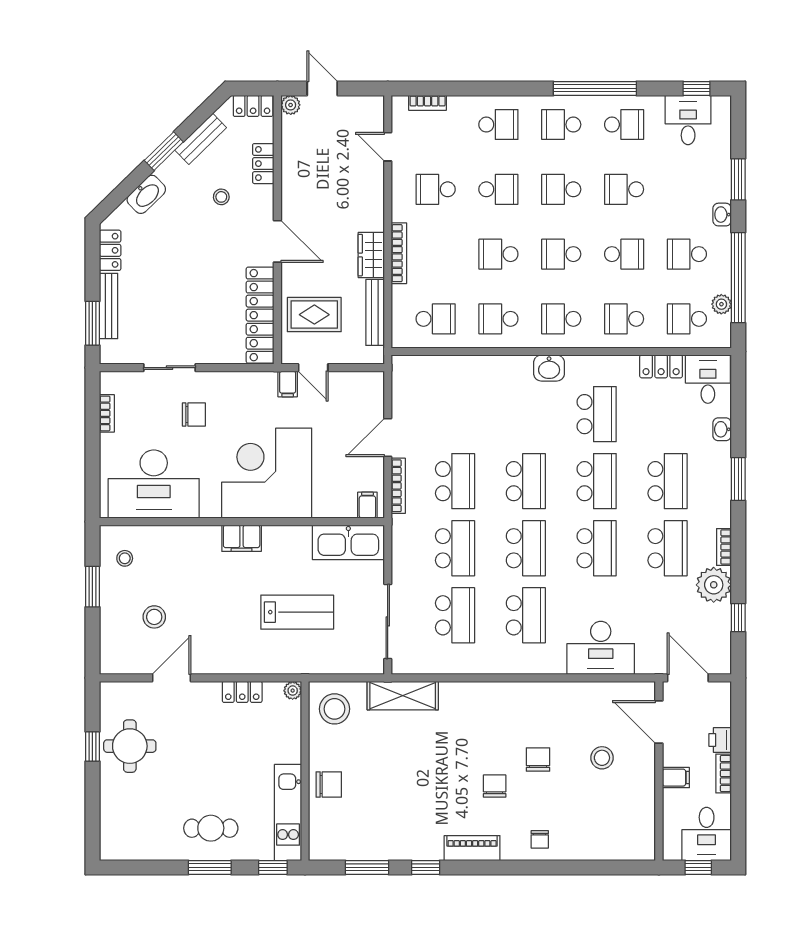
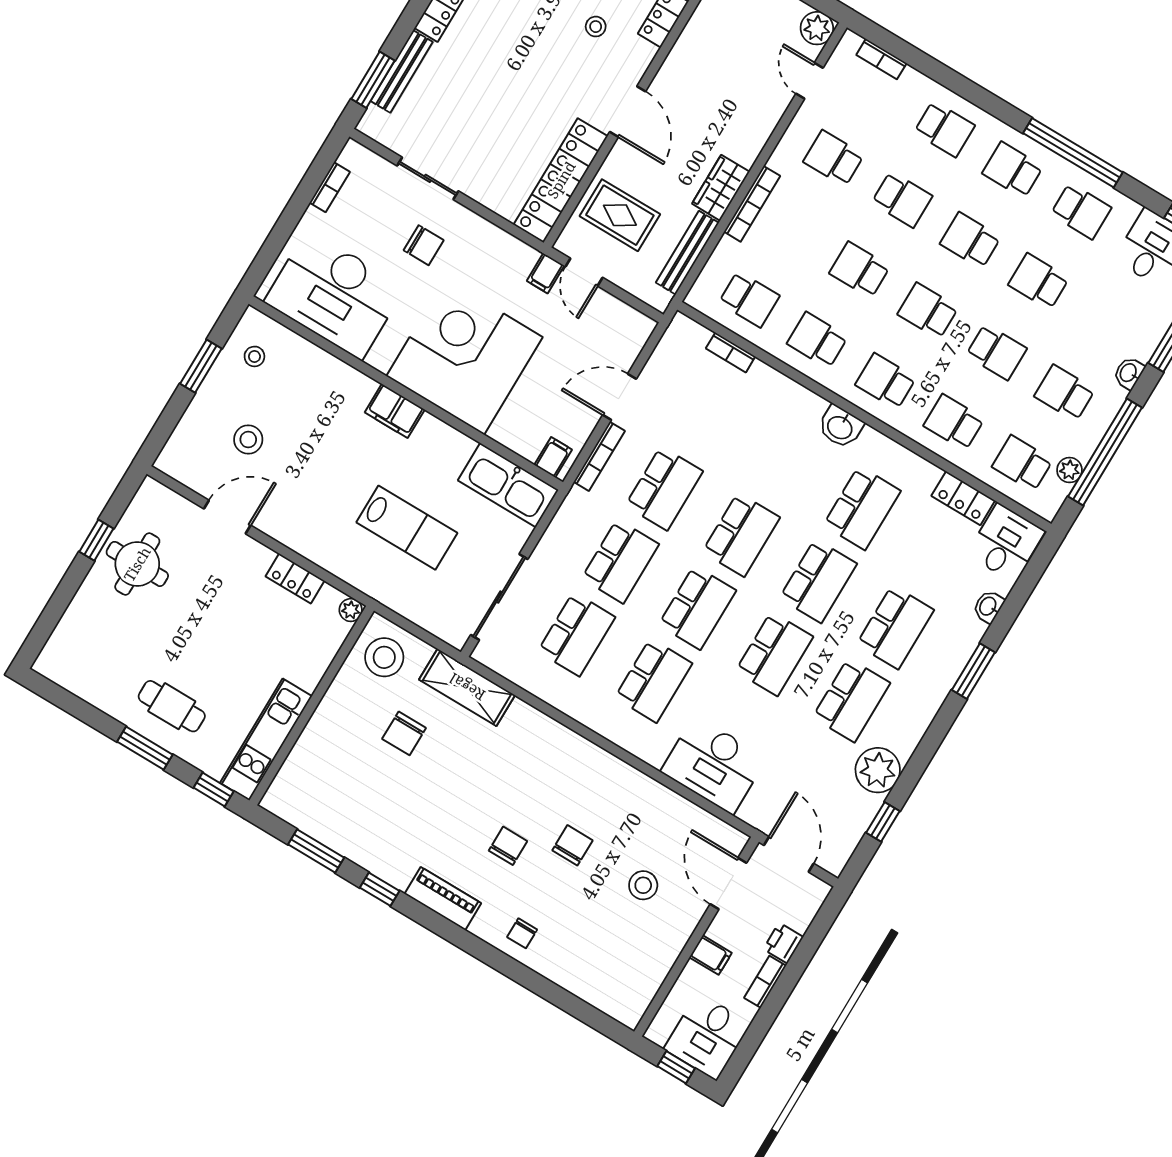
plant: (371, 108) -> (817, 28), added
bookcase: (724, 547) -> (731, 352), moved, turned -90
chair: (329, 784) -> (404, 733), moved, turned 90

